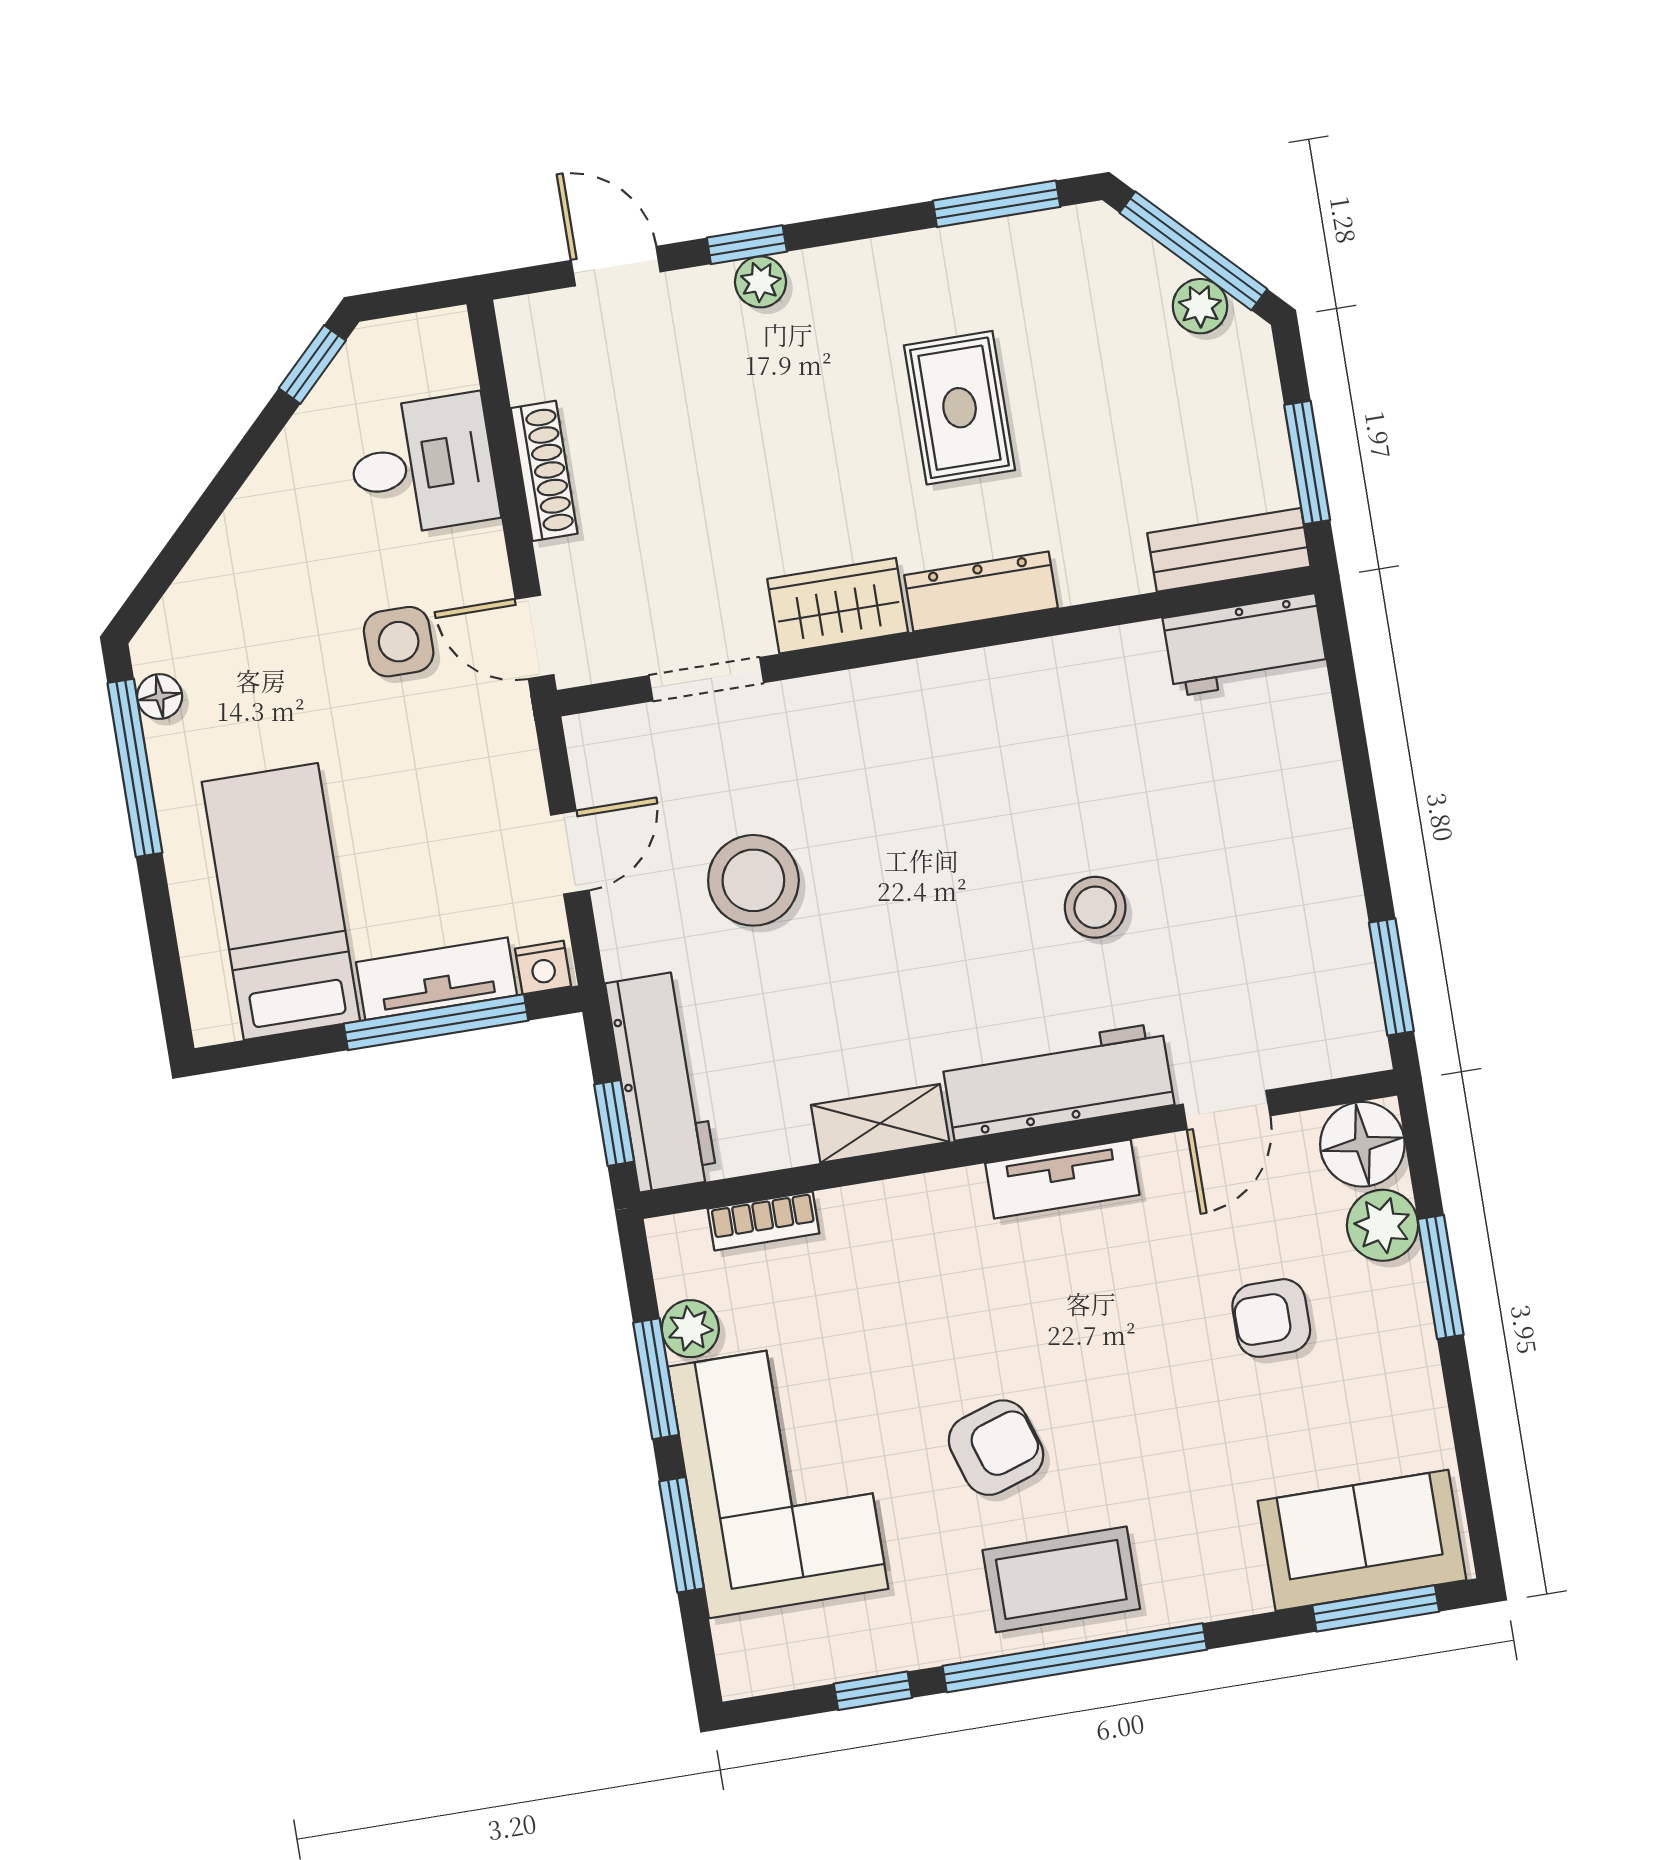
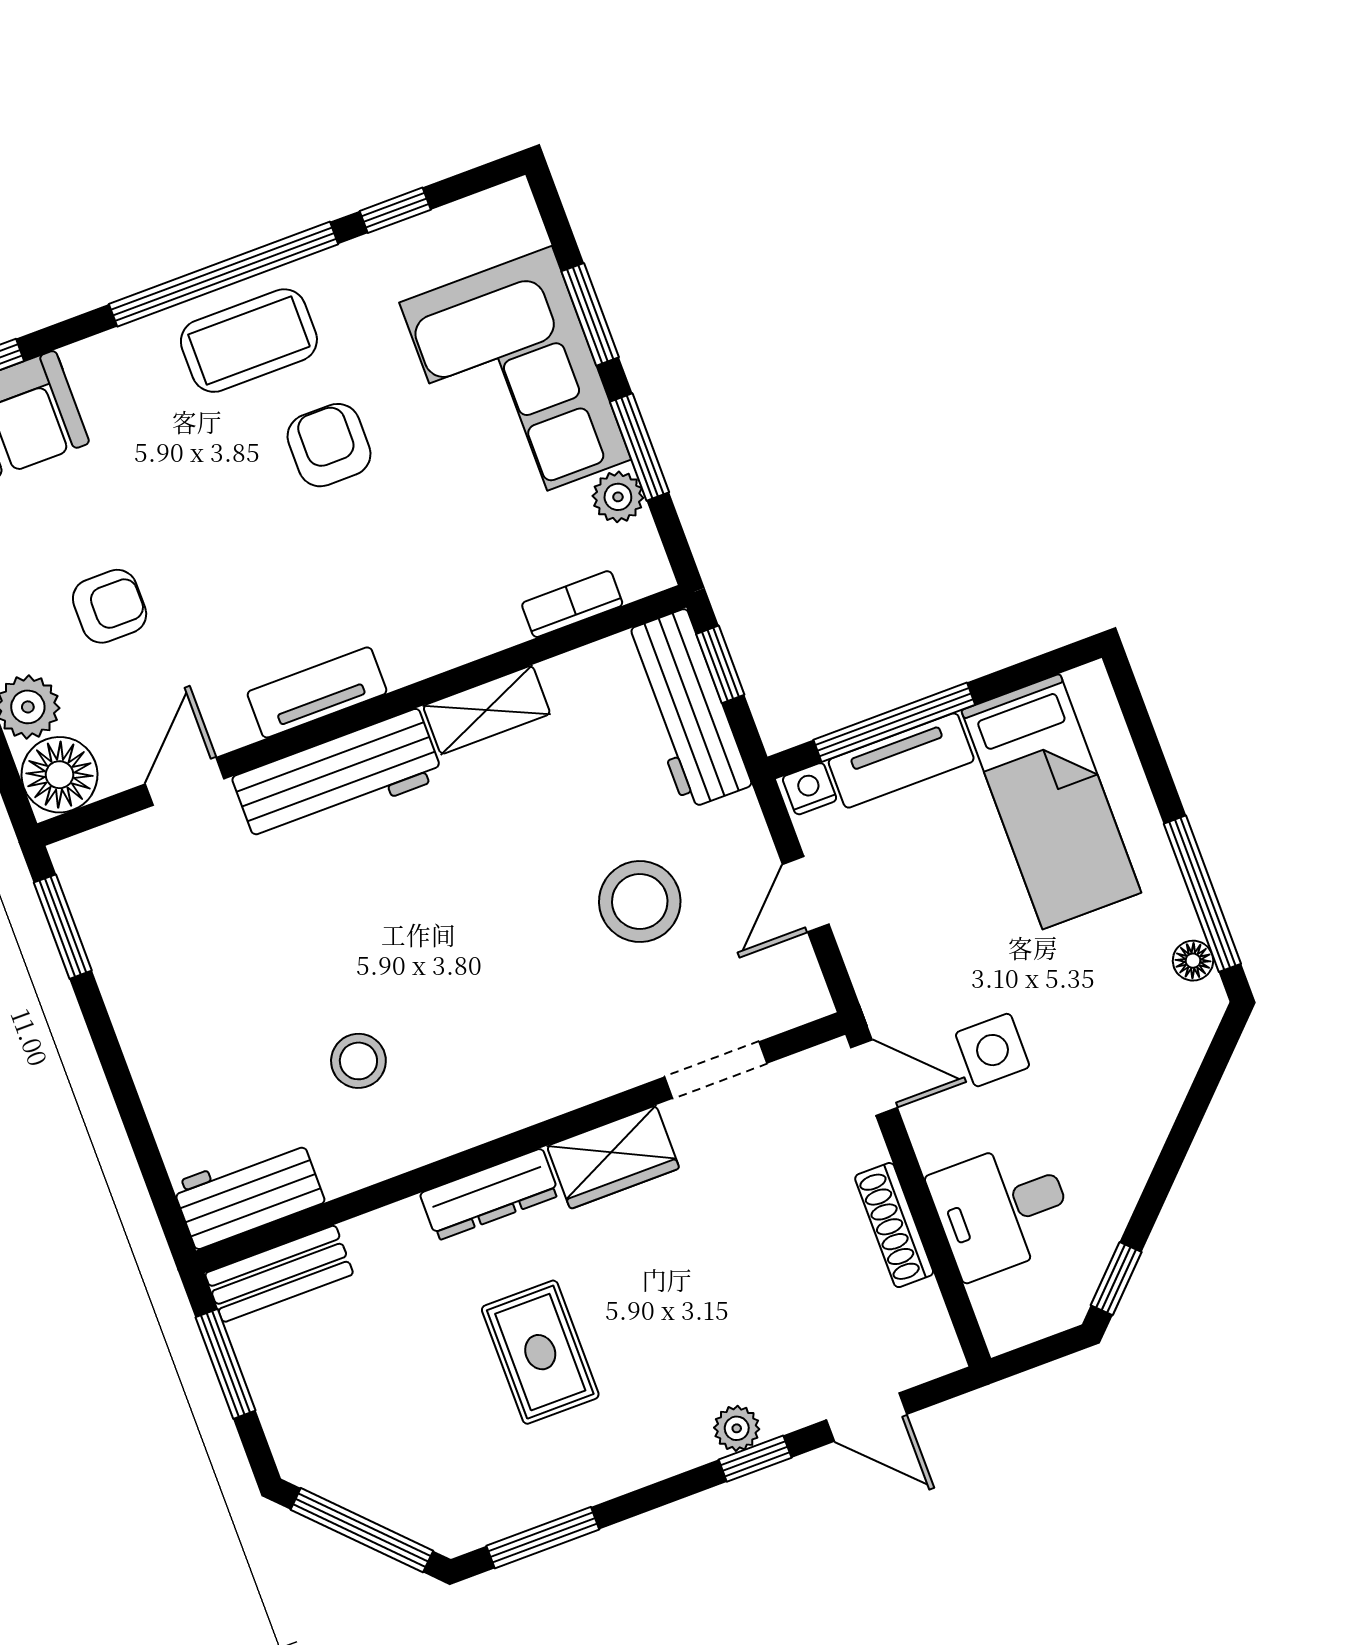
plant: (1200, 306) -> (346, 1483), removed
stool: (1095, 907) -> (358, 1061), moved
armchair: (996, 1448) -> (329, 445), turned 108

